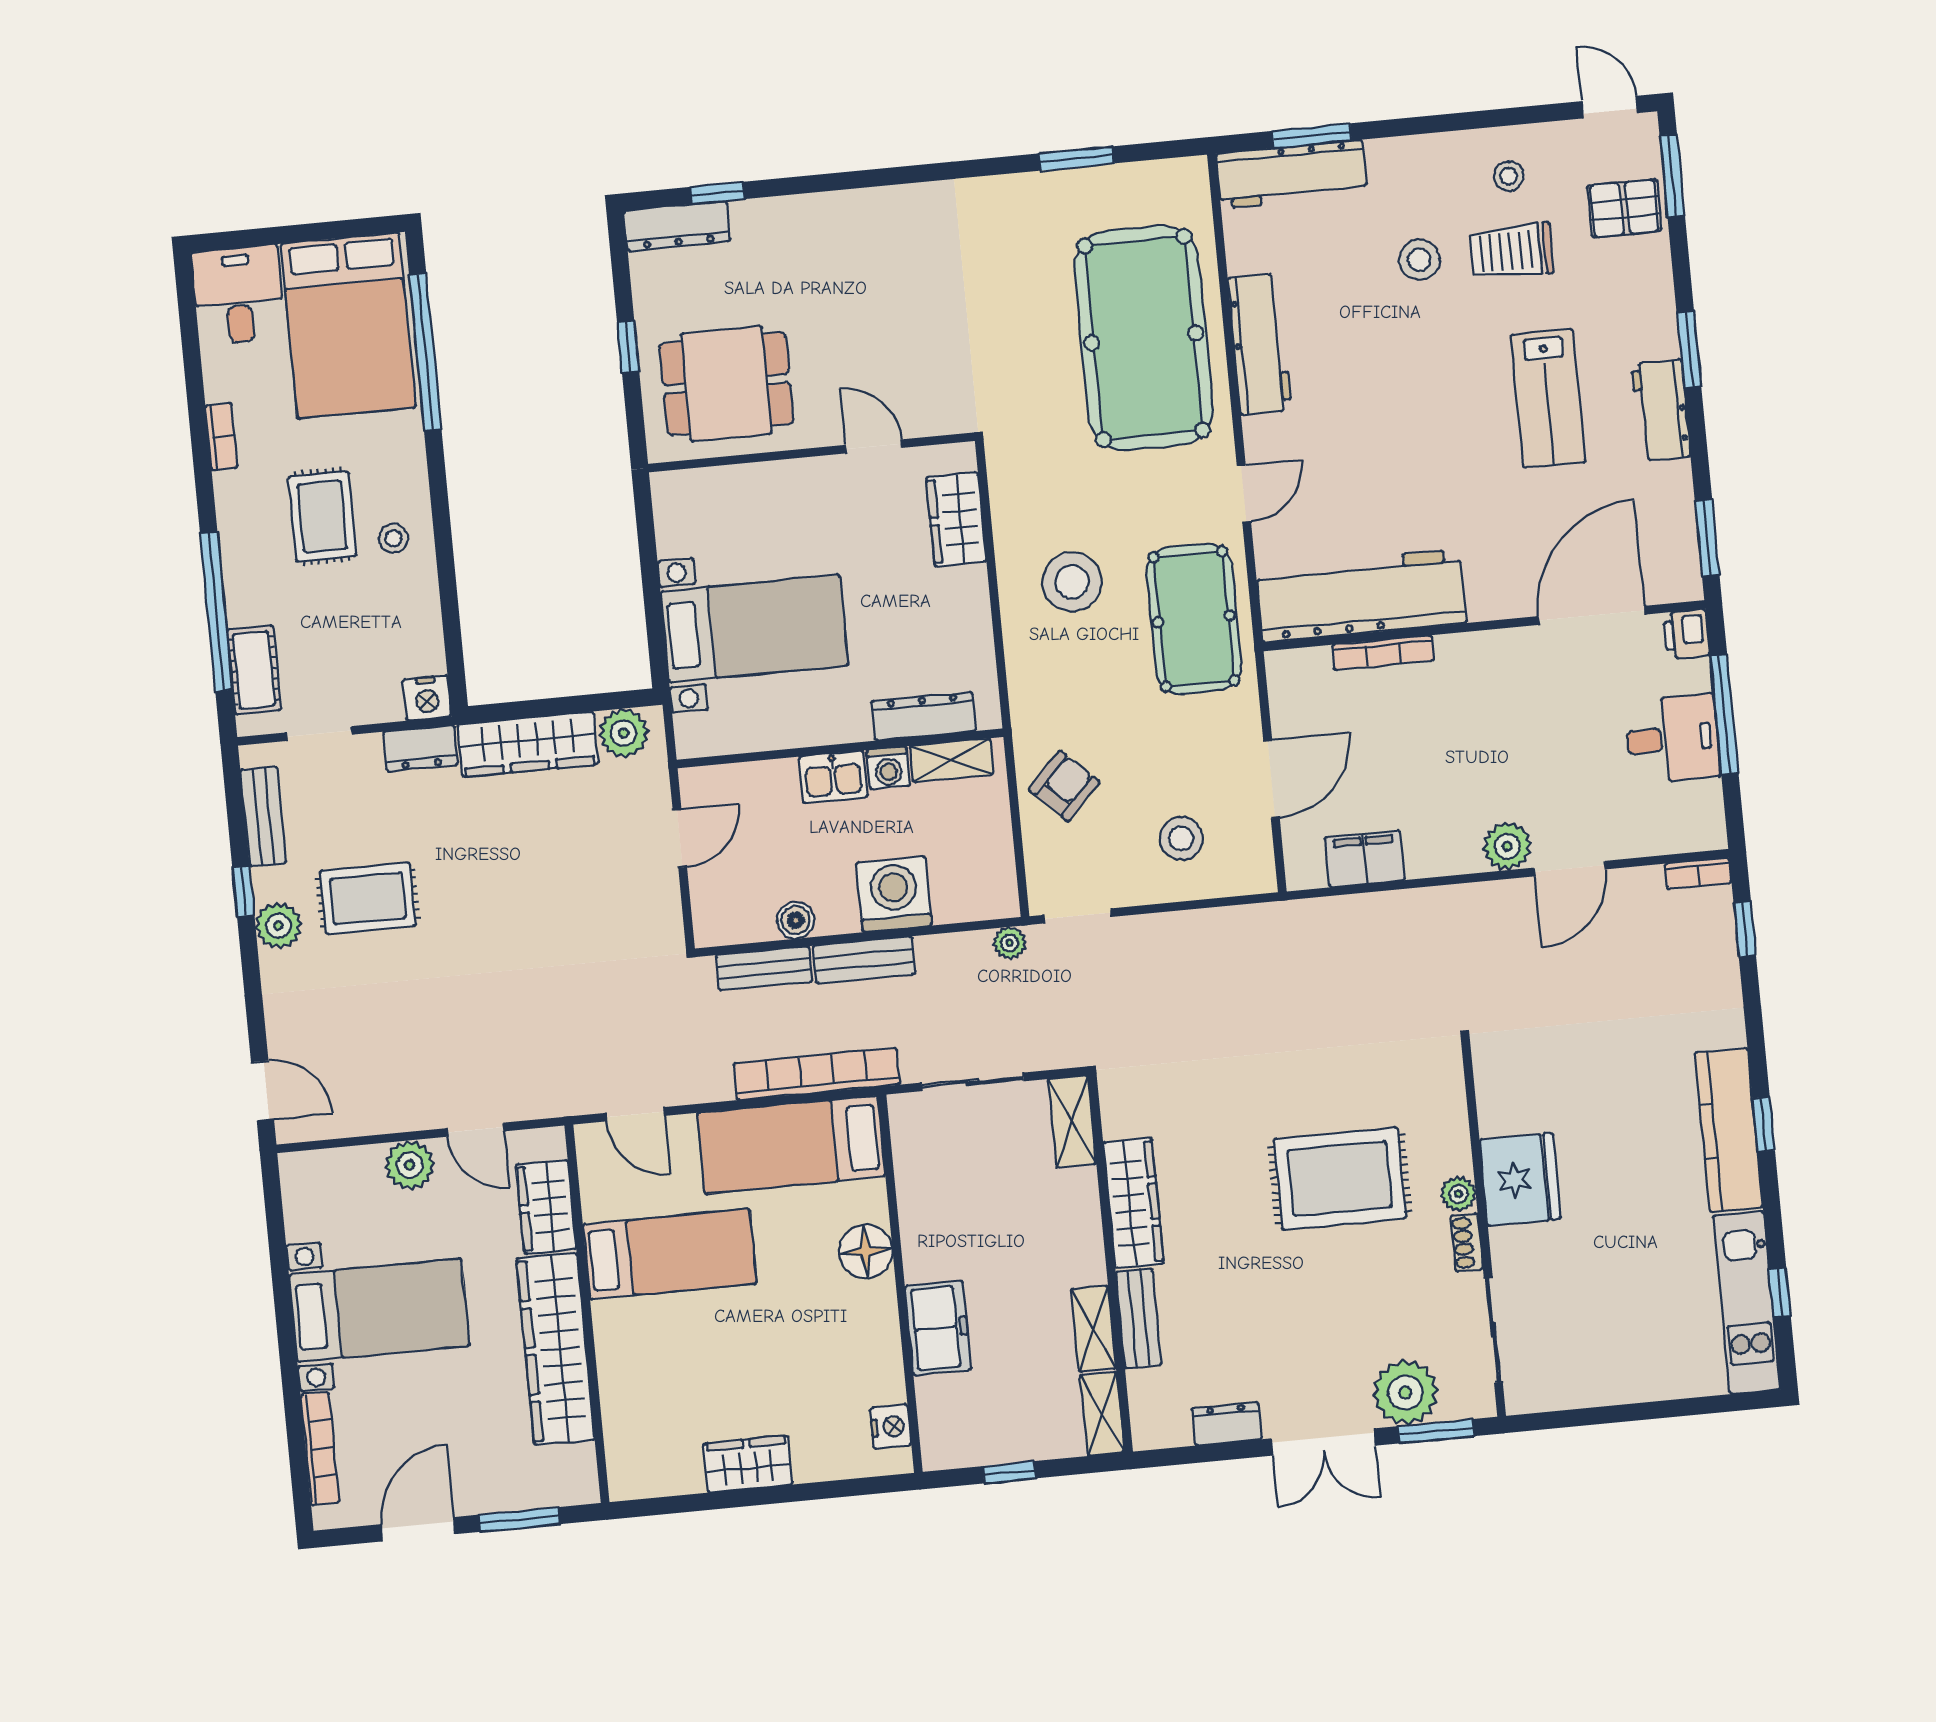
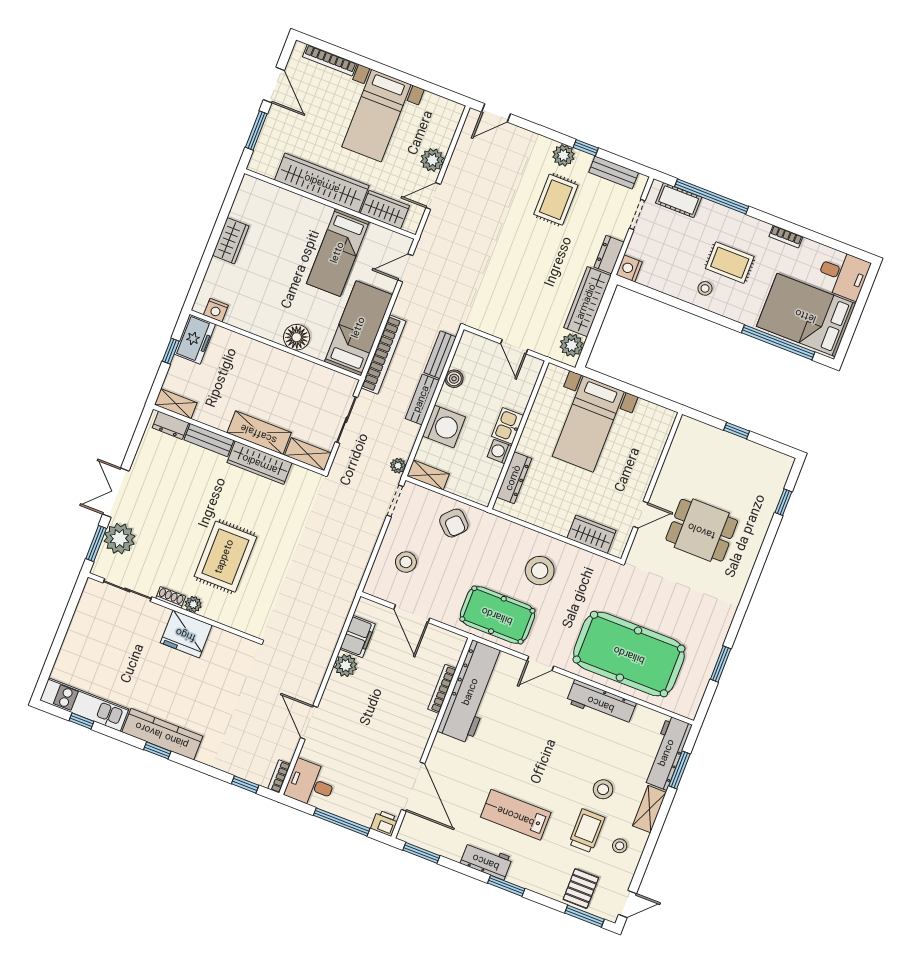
shelving: (1413, 155) -> (649, 809), added
dresser: (677, 226) -> (778, 478), removed
dining table: (726, 384) -> (702, 530), moved, turned 90
door: (1244, 494) -> (540, 663), hinge flipped
desk: (1672, 739) -> (311, 784), moved, turned 90
shelving: (952, 760) -> (428, 475), moved, turned 90
plant: (1507, 846) -> (346, 666), moved
freezer: (938, 1328) -> (195, 339), moved, turned -90
shelving: (1093, 1329) -> (259, 433), moved, width x1.50, depth x1.33
dresser: (1227, 1424) -> (170, 425), moved, turned 90

